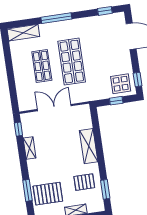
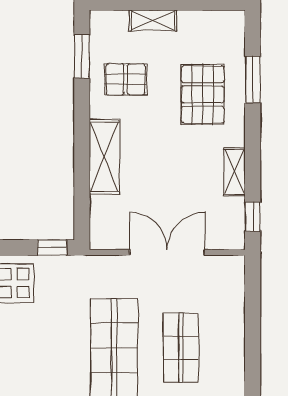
window: (116, 101) -> (52, 247), moved
double door: (54, 108) -> (167, 252), swing flipped
pallet: (48, 194) -> (203, 94), moved, turned 90

